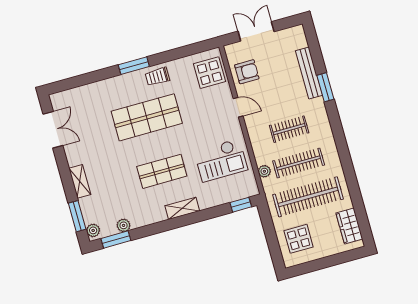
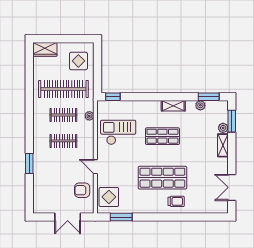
window: (134, 66) -> (121, 217), moved
bench: (309, 73) -> (38, 177), removed
trolley: (157, 77) -> (176, 201), moved
clothes rail: (299, 163) -> (63, 115), width x0.73
shelving: (182, 208) -> (173, 106), moved
wardrobe: (349, 226) -> (45, 49), moved, turned 90
plant: (93, 230) -> (223, 128), moved

